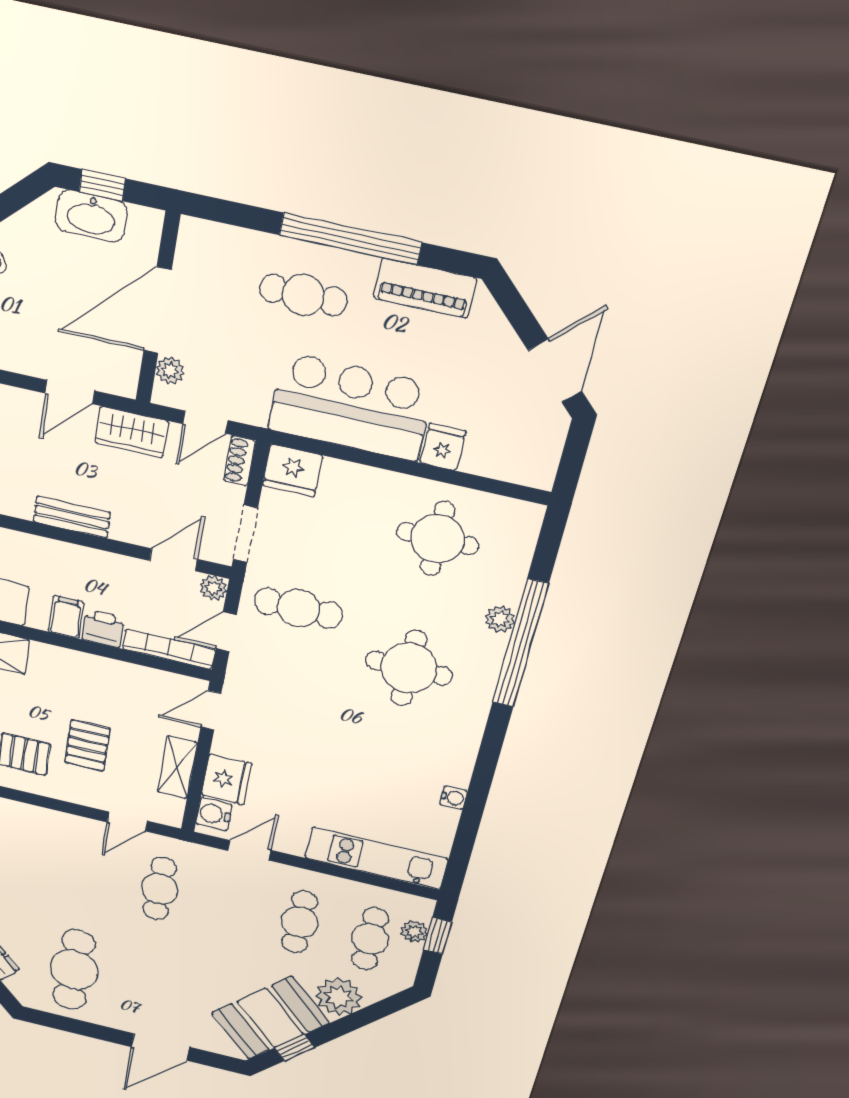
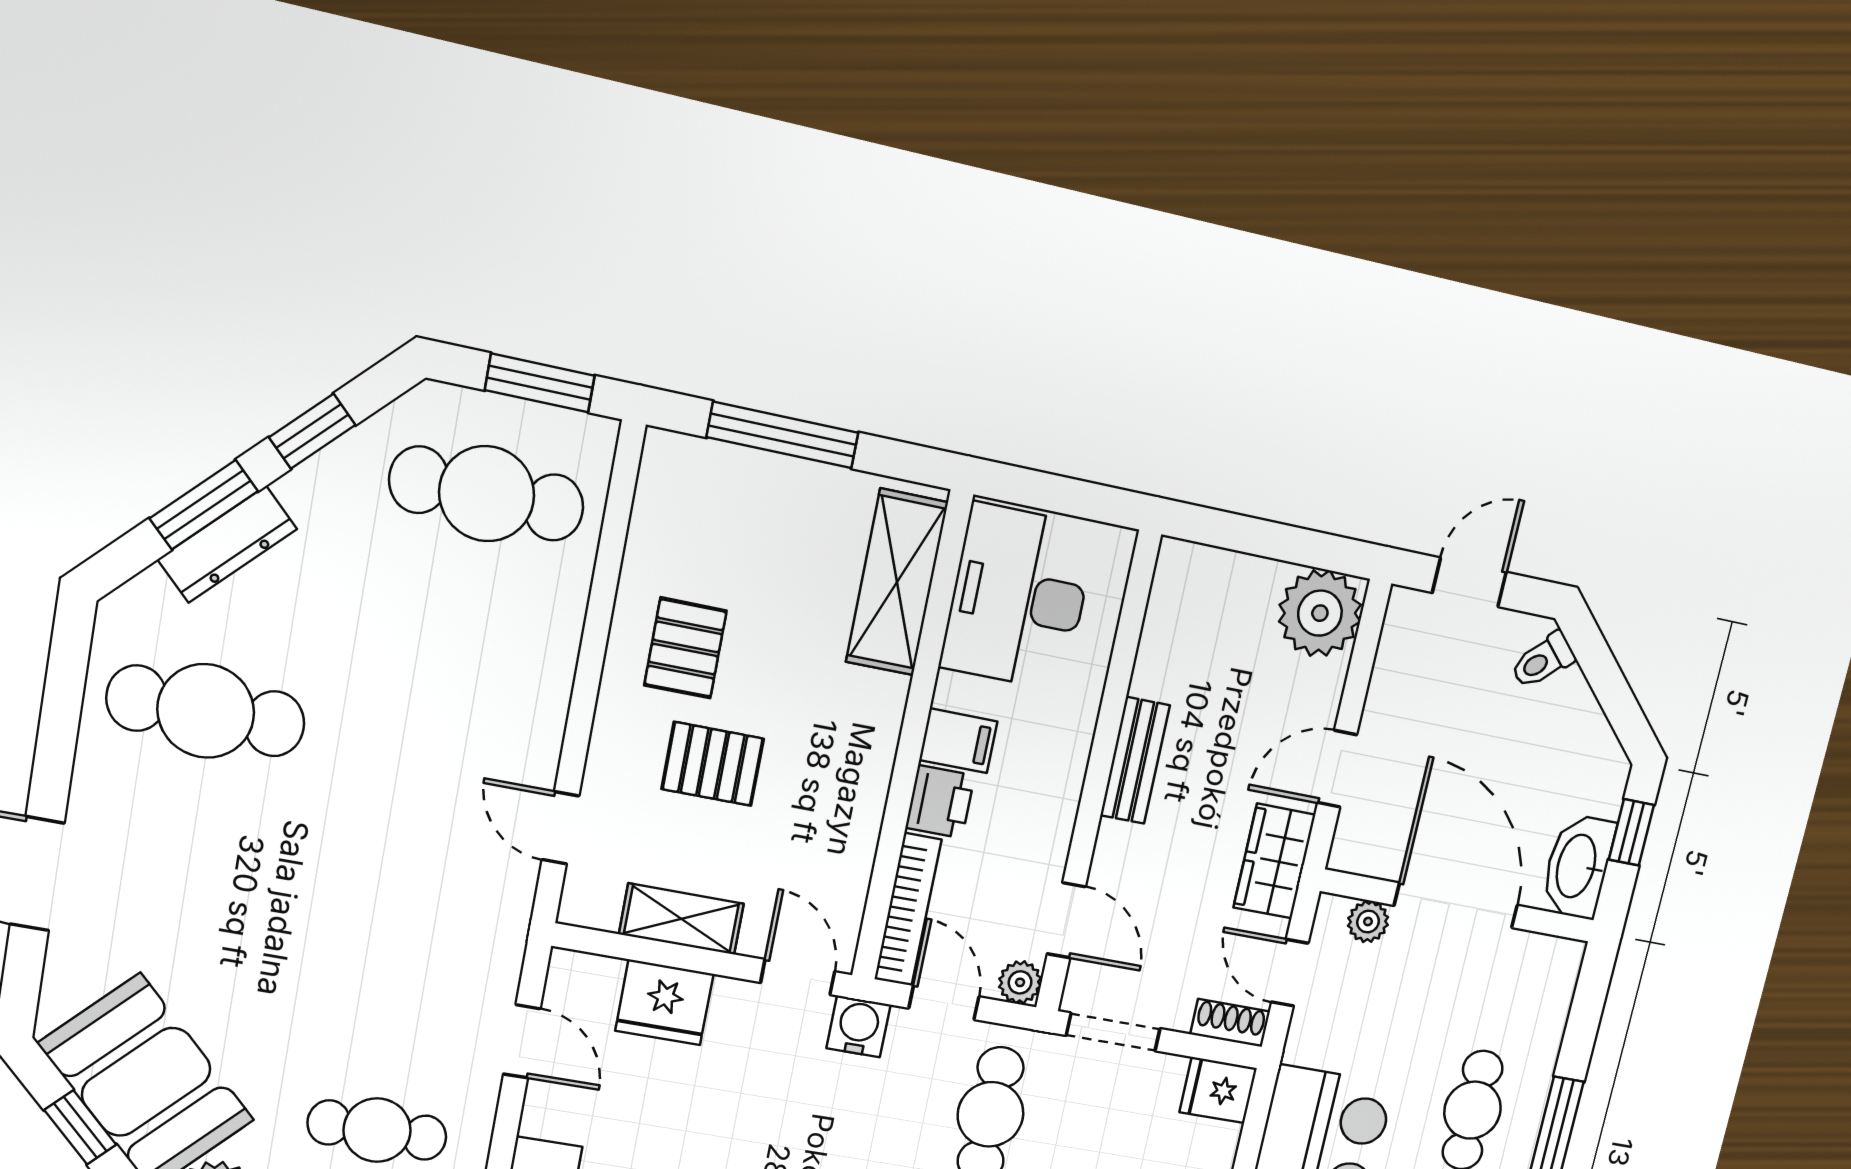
washbasin: (91, 216) -> (1578, 866), moved
door: (70, 392) -> (1337, 769), hinge flipped
fridge: (293, 470) -> (1218, 1090), width x0.72
water cooler: (214, 814) -> (858, 1026), moved
cafe table: (160, 889) -> (420, 882), removed

